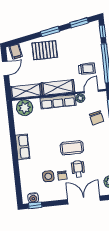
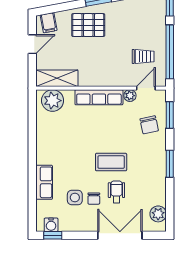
shelving: (58, 88) -> (101, 78), removed
row of seats: (23, 147) -> (44, 182), moved

